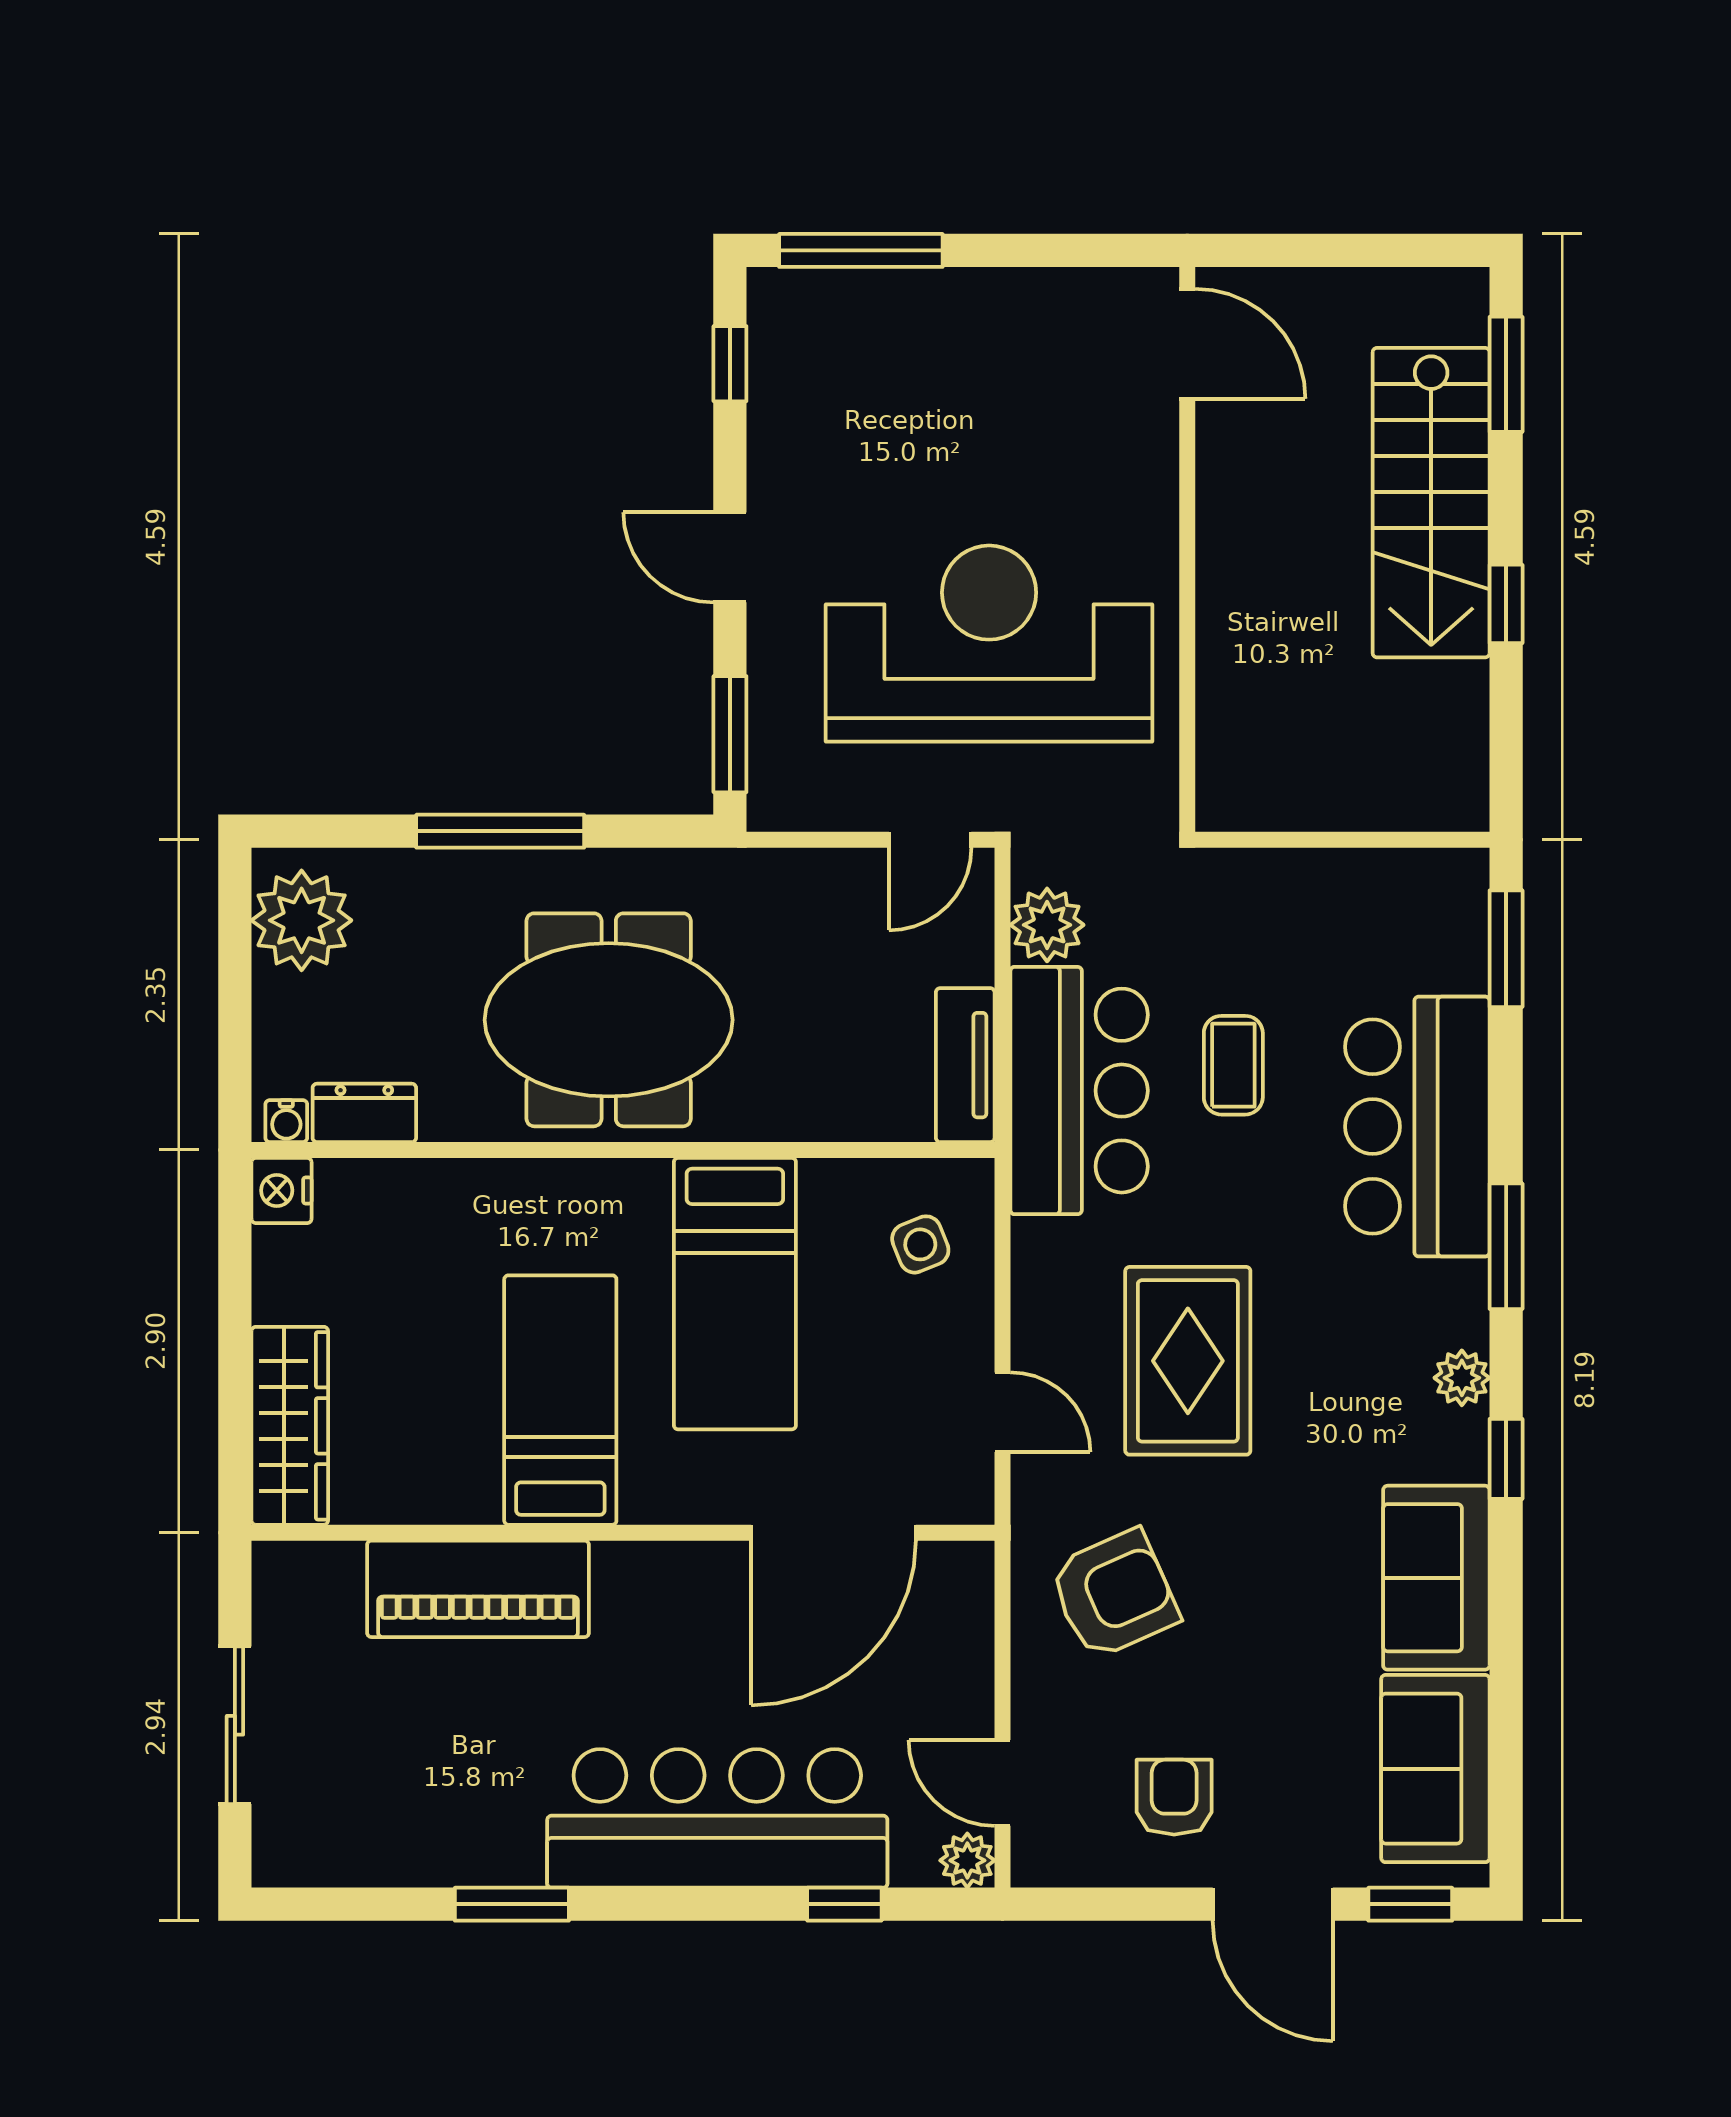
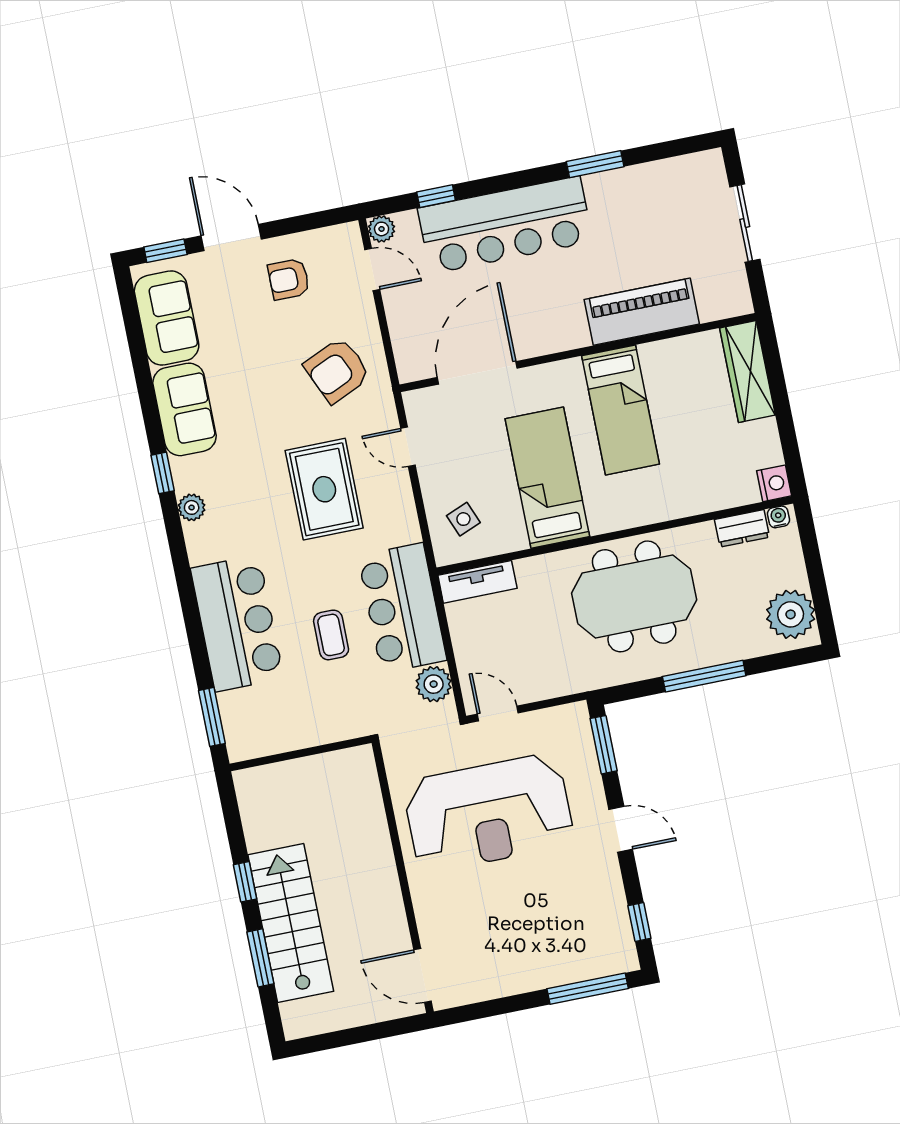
window: (1506, 374) -> (260, 958), moved
door: (930, 840) -> (498, 714), hinge flipped
tv unit: (965, 1065) -> (477, 582), moved, turned 90
window: (1506, 1246) -> (183, 575), removed
armchair: (1174, 1797) -> (289, 279), turned 90

